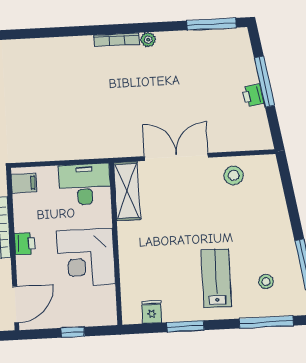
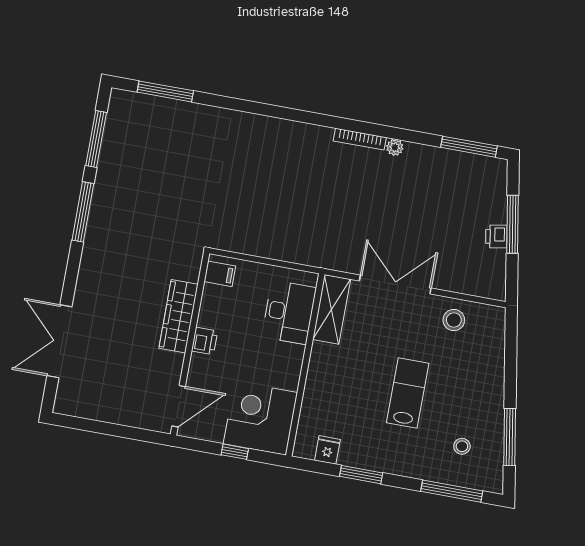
desk: (85, 184) -> (289, 312), moved, turned 90
corner desk: (86, 258) -> (260, 418), moved, turned 90
lab bench: (216, 278) -> (408, 393), moved

